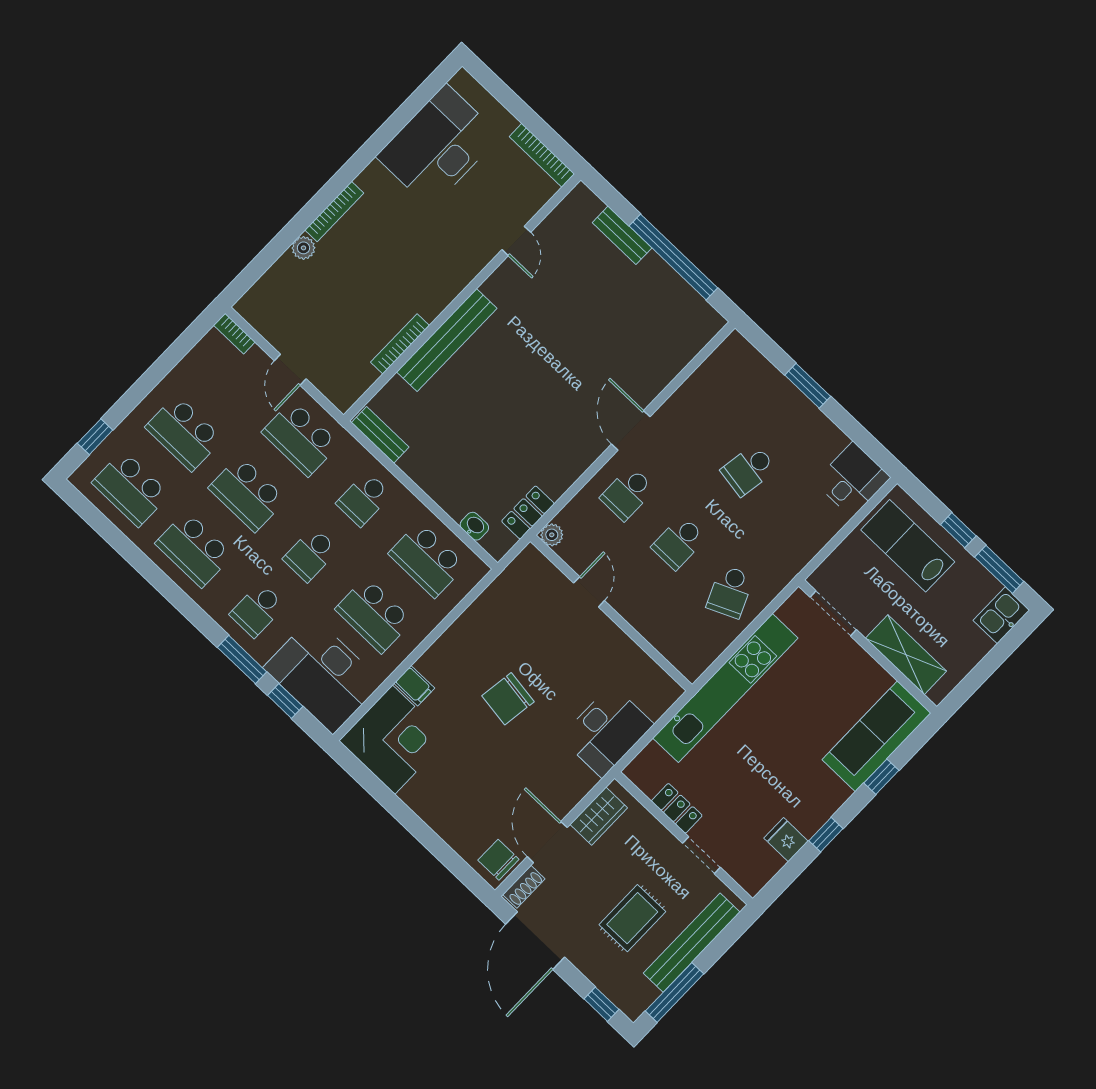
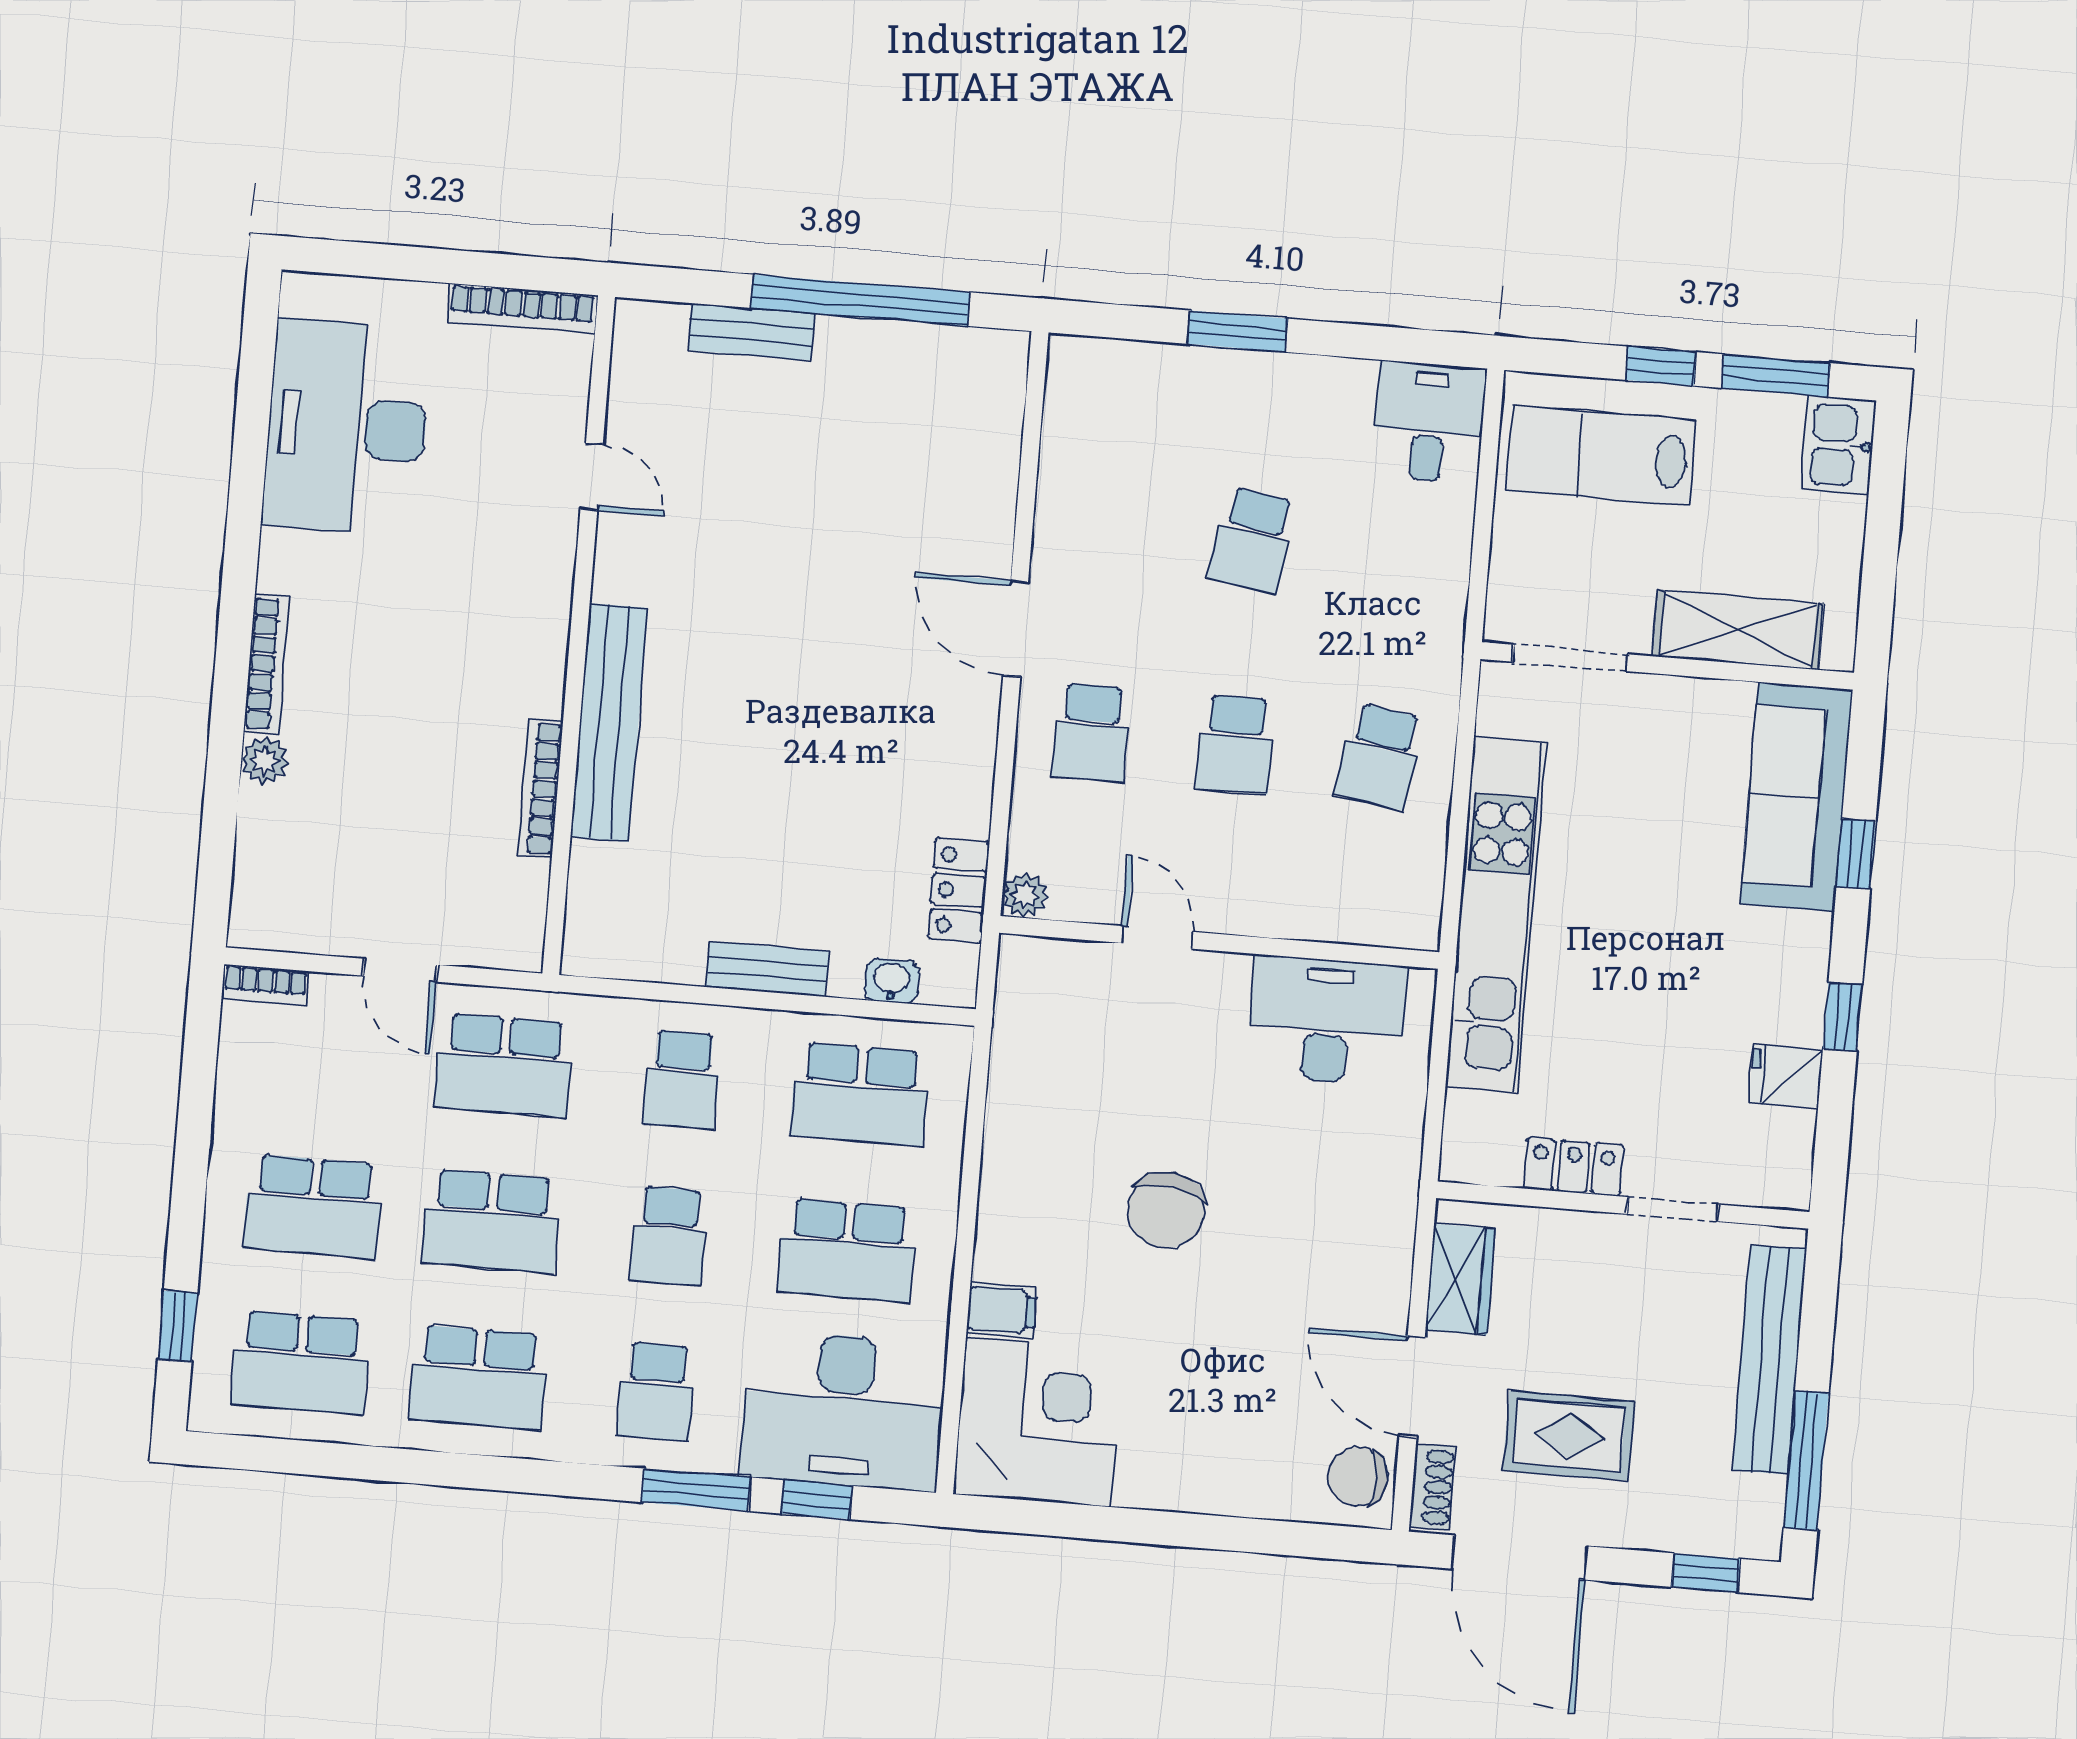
bench: (380, 435) -> (767, 969), moved
school desk: (730, 592) -> (1380, 756), turned 33
desk: (607, 731) -> (1327, 1020), moved, turned -90
rug: (632, 918) -> (1569, 1436), moved, turned 90

